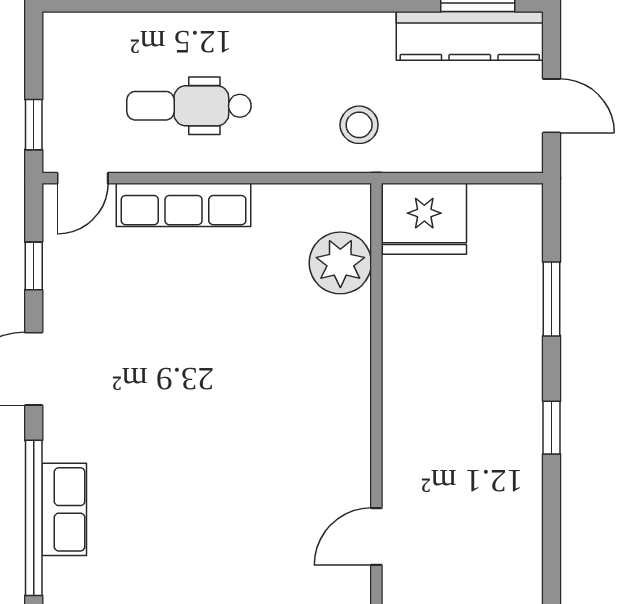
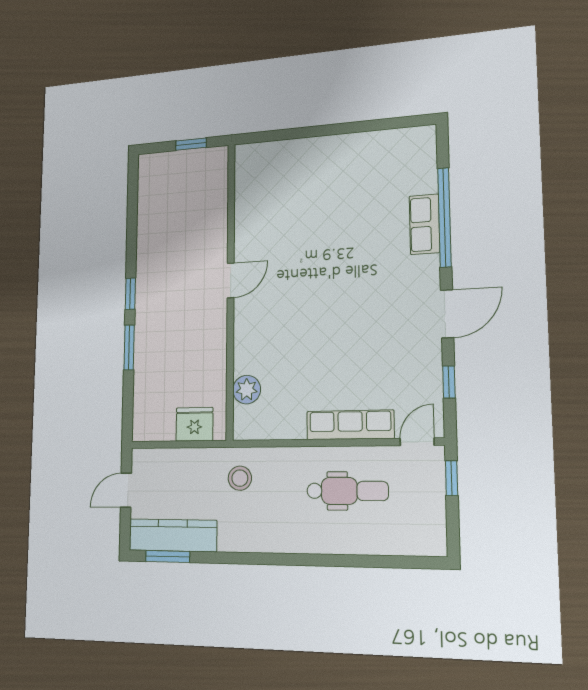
door: (552, 106) -> (126, 490), hinge flipped
fridge: (424, 219) -> (194, 424), width x0.73, depth x0.75
plant: (340, 263) -> (247, 390), width x0.73, depth x0.73
window: (552, 299) -> (129, 347), moved
door: (376, 536) -> (231, 280), moved

